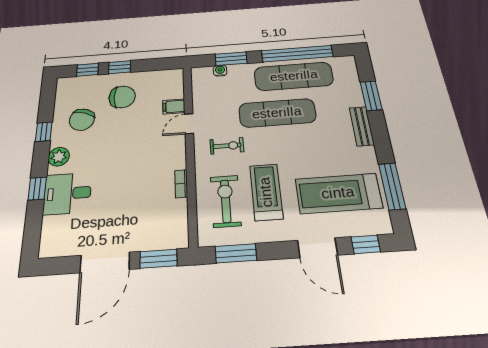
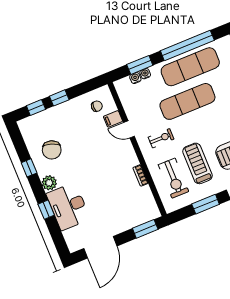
water cooler: (234, 69) -> (145, 74), added
chair: (122, 97) -> (97, 106), moved, width x0.54, depth x0.54
door: (189, 124) -> (129, 129), hinge flipped
desk: (67, 193) -> (68, 206), width x1.37
exercise bike: (226, 201) -> (174, 178), turned 180
window: (236, 253) -> (206, 204), moved
door: (105, 262) -> (100, 247), moved

